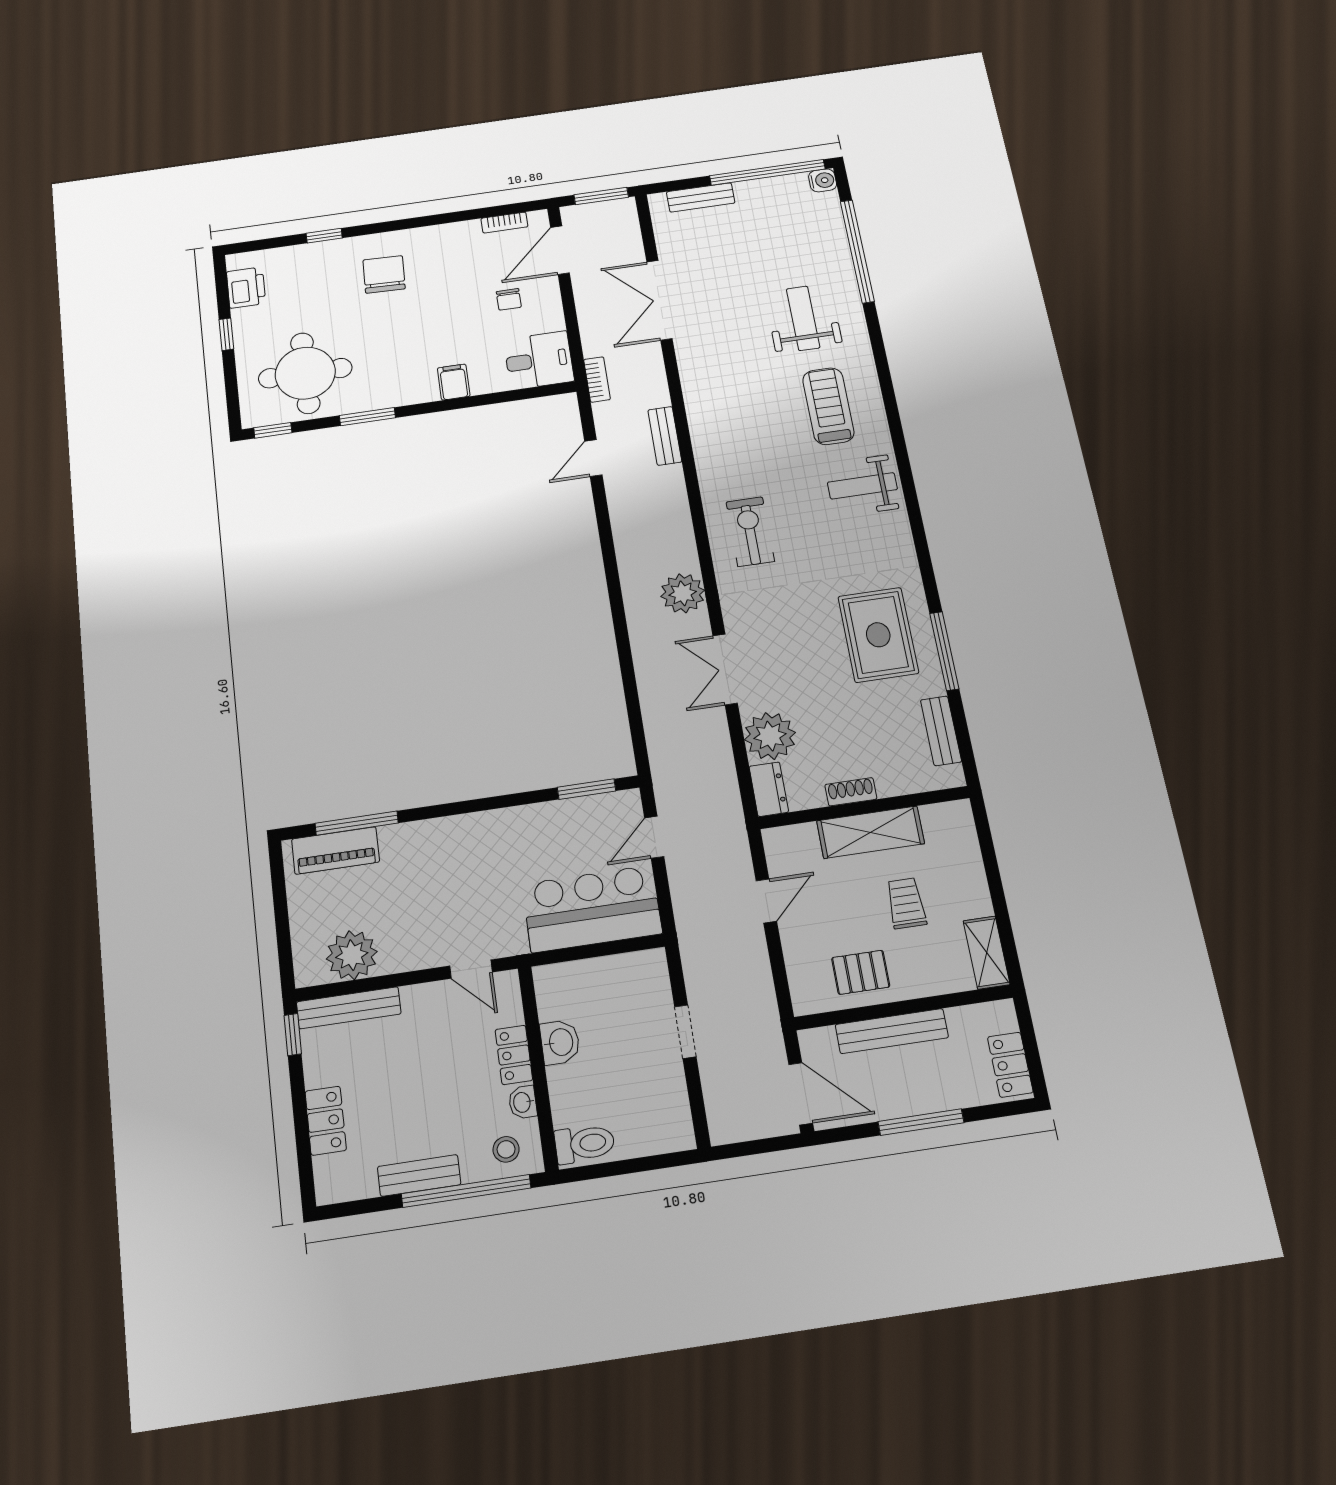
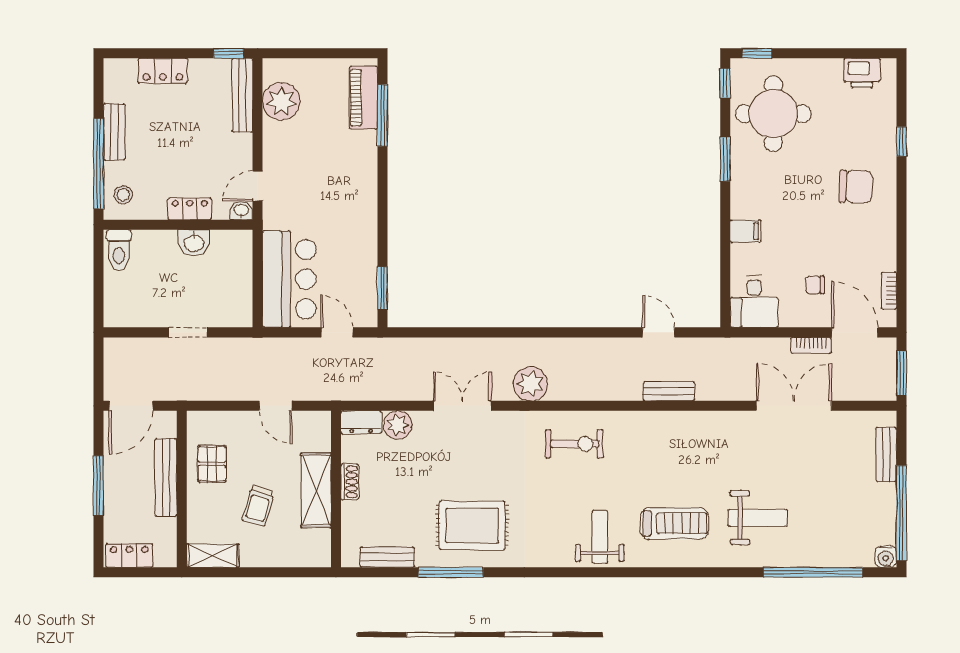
window: (226, 334) -> (757, 53), moved
bookcase: (597, 379) -> (811, 345), moved
plant: (770, 736) -> (398, 425), width x0.73, depth x0.73
trolley: (906, 903) -> (258, 506), turned 106
washbasin: (523, 1102) -> (241, 211), moved

